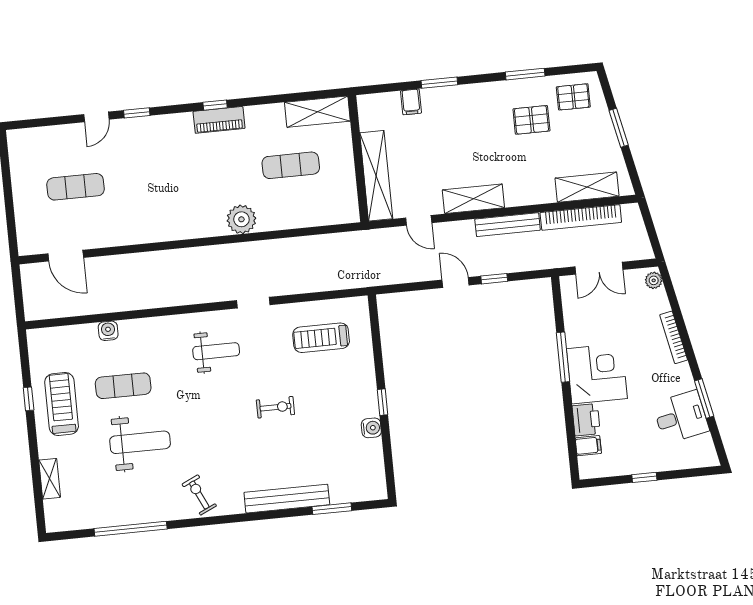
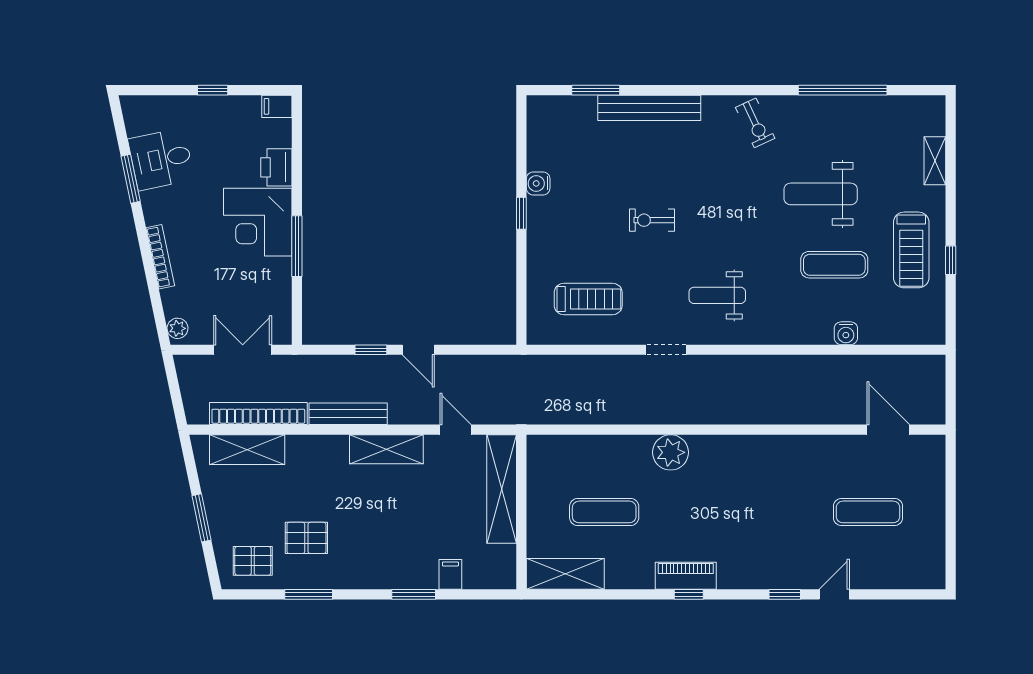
filing cabinet: (588, 446) -> (277, 106), moved

